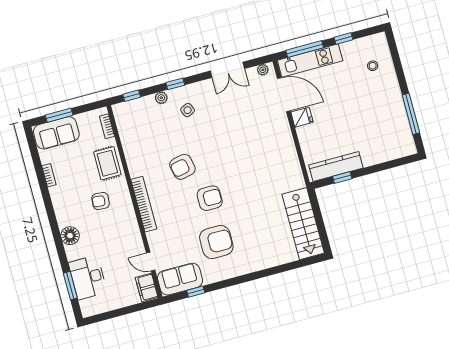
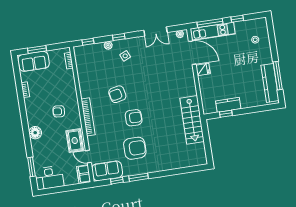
kitchen counter: (401, 126) -> (270, 83), added
rug: (107, 163) -> (75, 141), moved
kitchen counter: (336, 166) -> (228, 105), width x0.67
stairs: (303, 224) -> (192, 120), moved
desk: (88, 277) -> (49, 178), moved, turned -90
window: (226, 283) -> (139, 177), added

